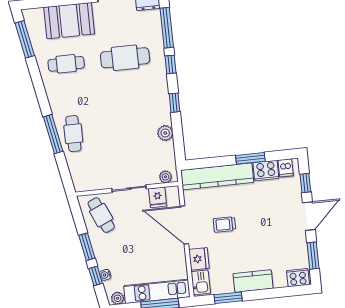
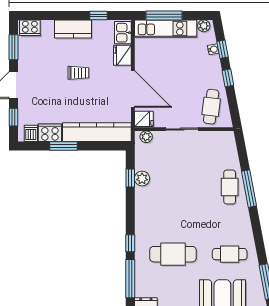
window: (175, 103) -> (130, 178), moved
fridge: (158, 197) -> (144, 119), moved, turned 90
cafe table: (101, 215) -> (211, 107), turned 31
trolley: (224, 224) -> (78, 73), moved
window: (87, 247) -> (228, 78), width x0.67
window: (228, 298) -> (98, 15), width x0.67

